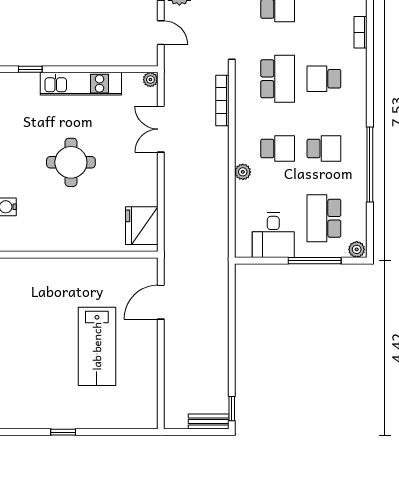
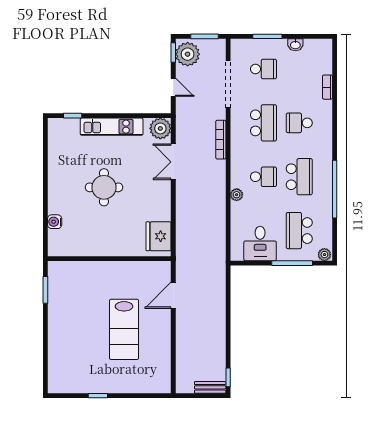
plant: (150, 80) -> (160, 128), width x1.87, depth x1.87
school desk: (324, 149) -> (299, 177), width x1.85

